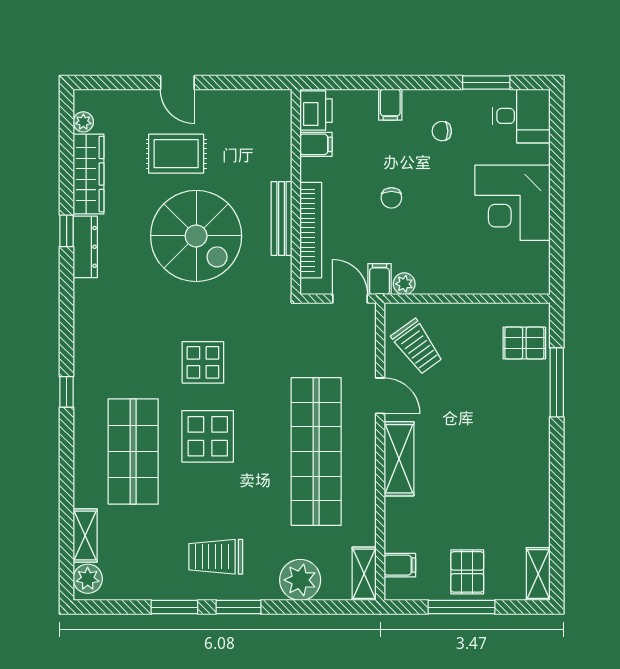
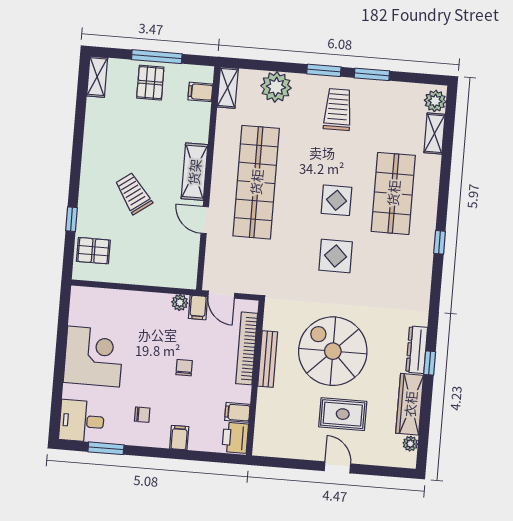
trolley: (417, 347) -> (133, 193), moved
window: (557, 382) -> (72, 219), width x0.46
display table: (208, 436) -> (336, 200), width x0.73, depth x0.73
trolley: (216, 557) -> (338, 110), turned -90

